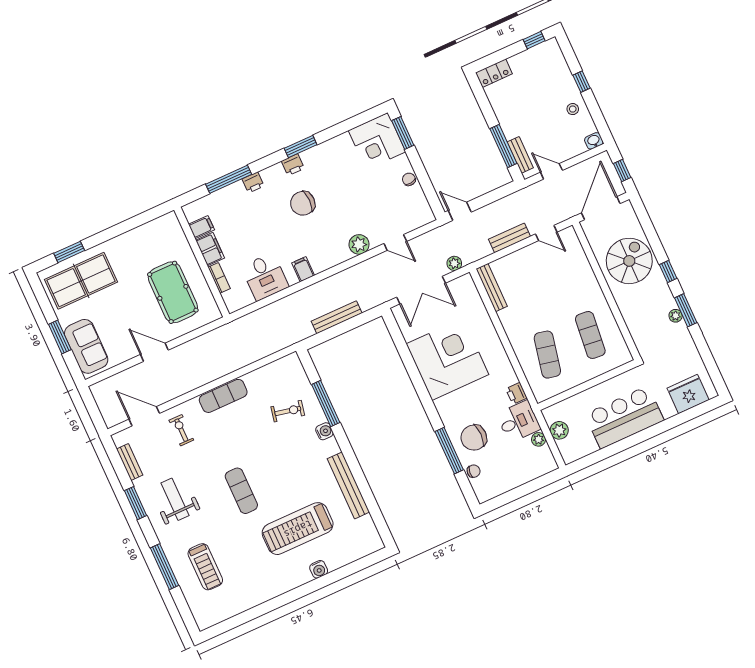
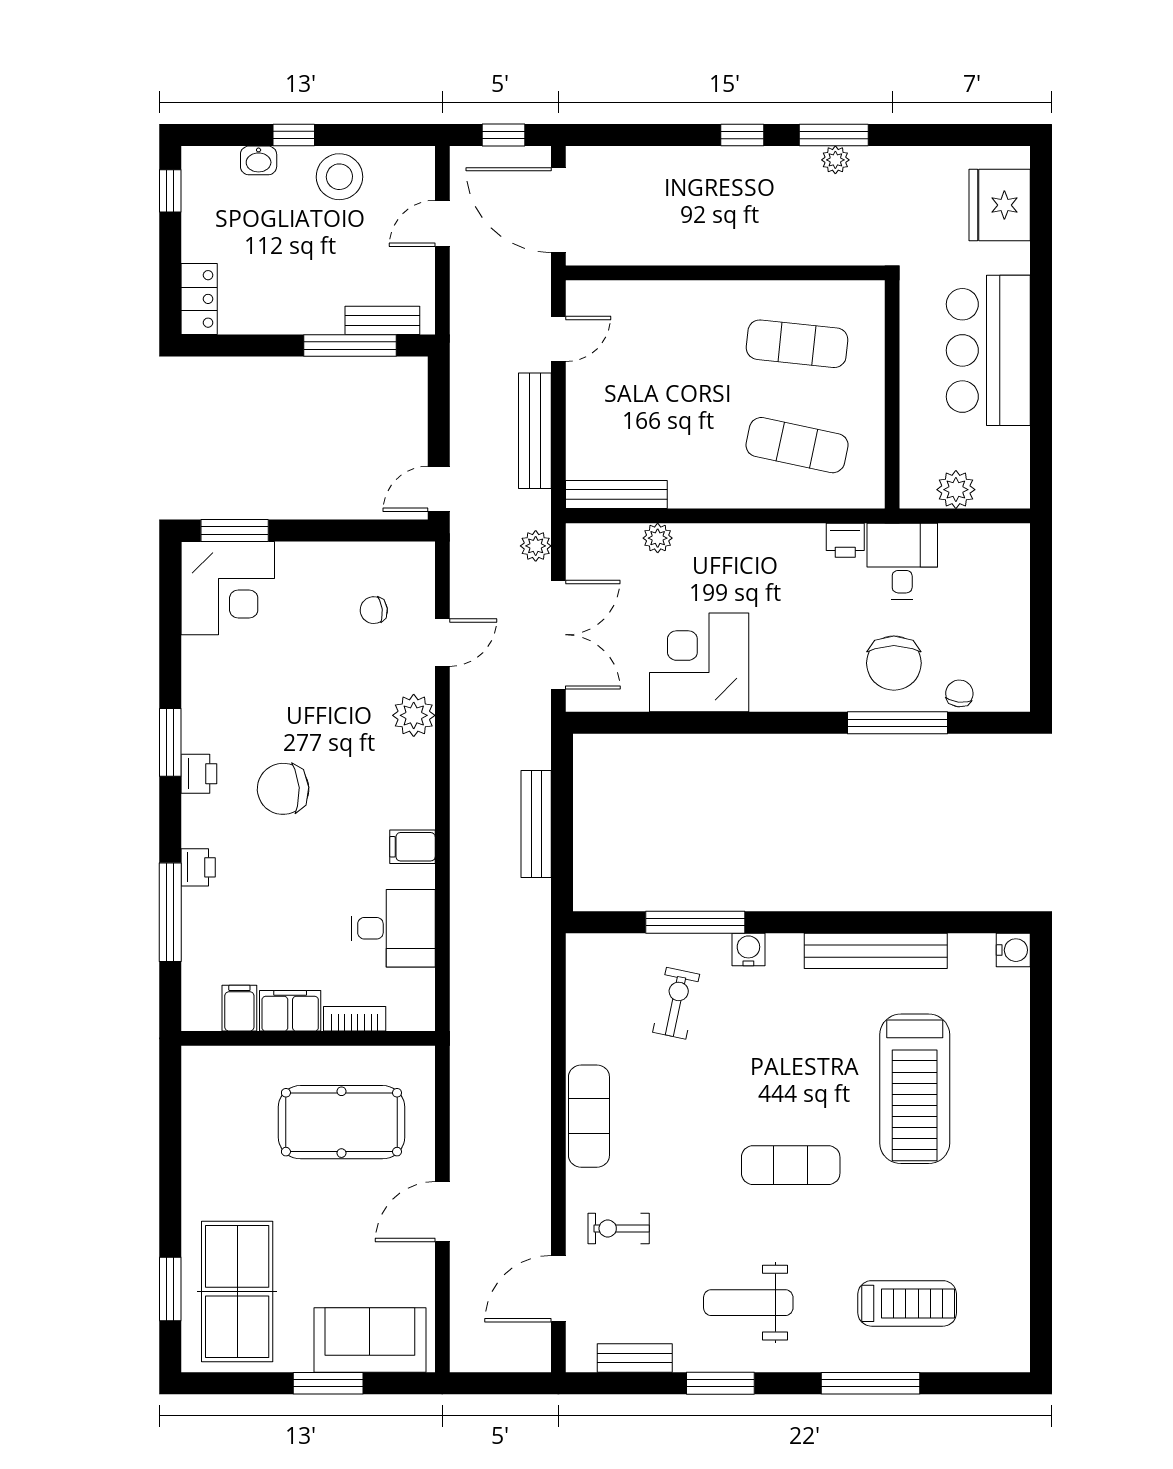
stool: (573, 109) -> (339, 177), width x1.89, depth x1.89
washbasin: (594, 141) -> (259, 160), moved, turned -90
door: (551, 171) -> (442, 223), moved
chair: (409, 179) -> (374, 610), moved
chair: (303, 203) -> (283, 789), turned 86
bench: (509, 238) -> (535, 431), width x1.36
spiral stairs: (629, 261) -> (687, 202), removed
corner desk: (447, 359) -> (699, 662), width x0.74, depth x0.74
plant: (539, 439) -> (658, 538), moved
water cooler: (319, 569) -> (1013, 950), moved

